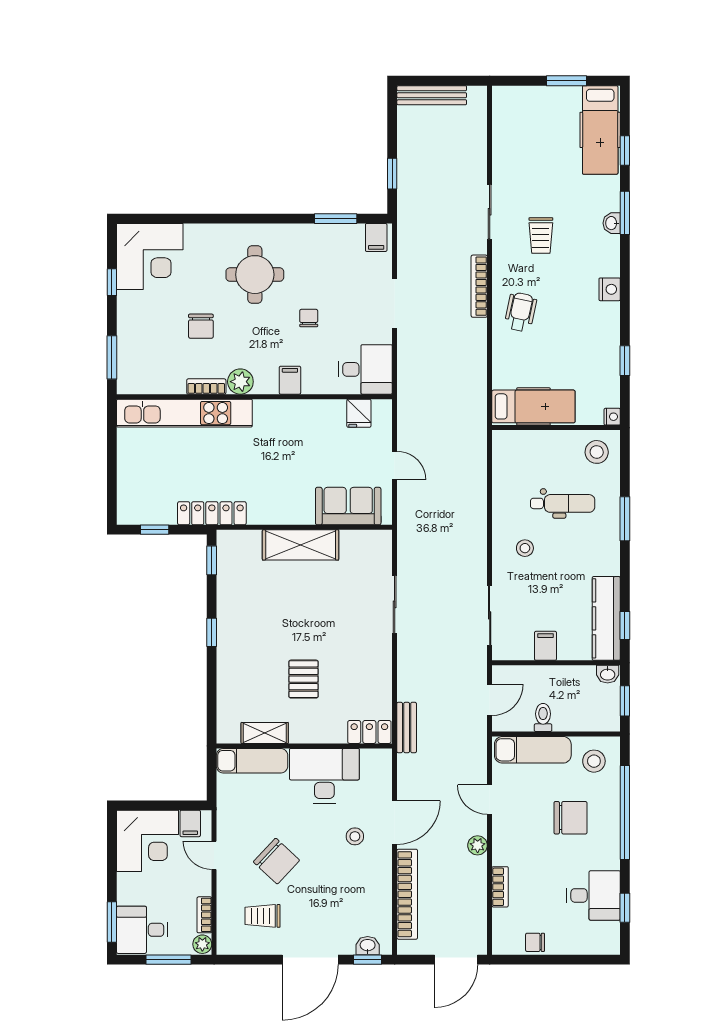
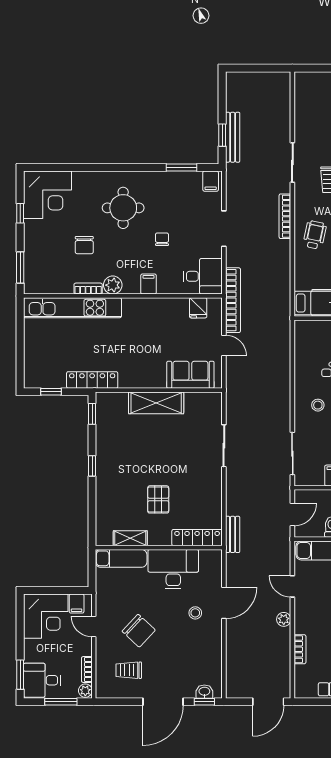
bench: (432, 95) -> (233, 137), moved, turned 90
locker: (369, 732) -> (197, 538), width x1.53
bookcase: (407, 894) -> (233, 300), moved

